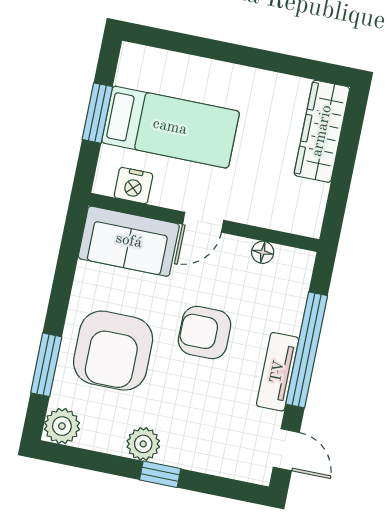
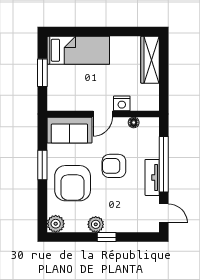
bed: (170, 127) -> (78, 50), moved
nightstand: (133, 186) -> (122, 103), moved
window: (46, 365) -> (42, 165), moved

